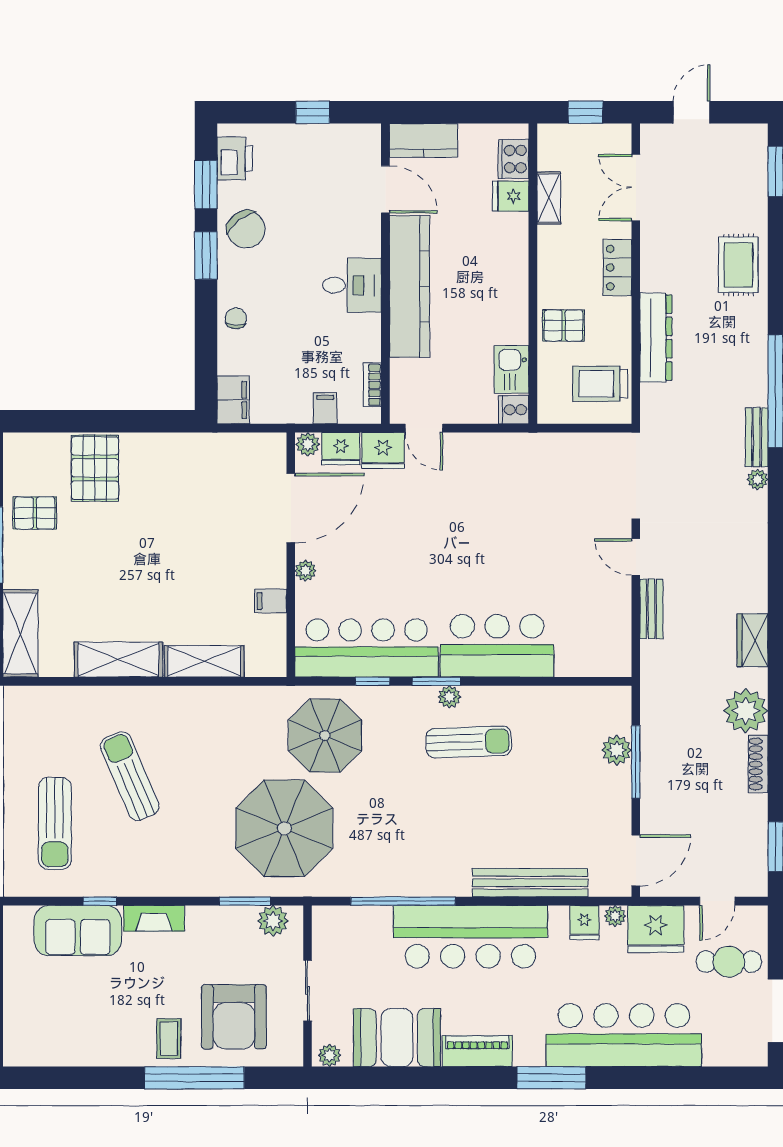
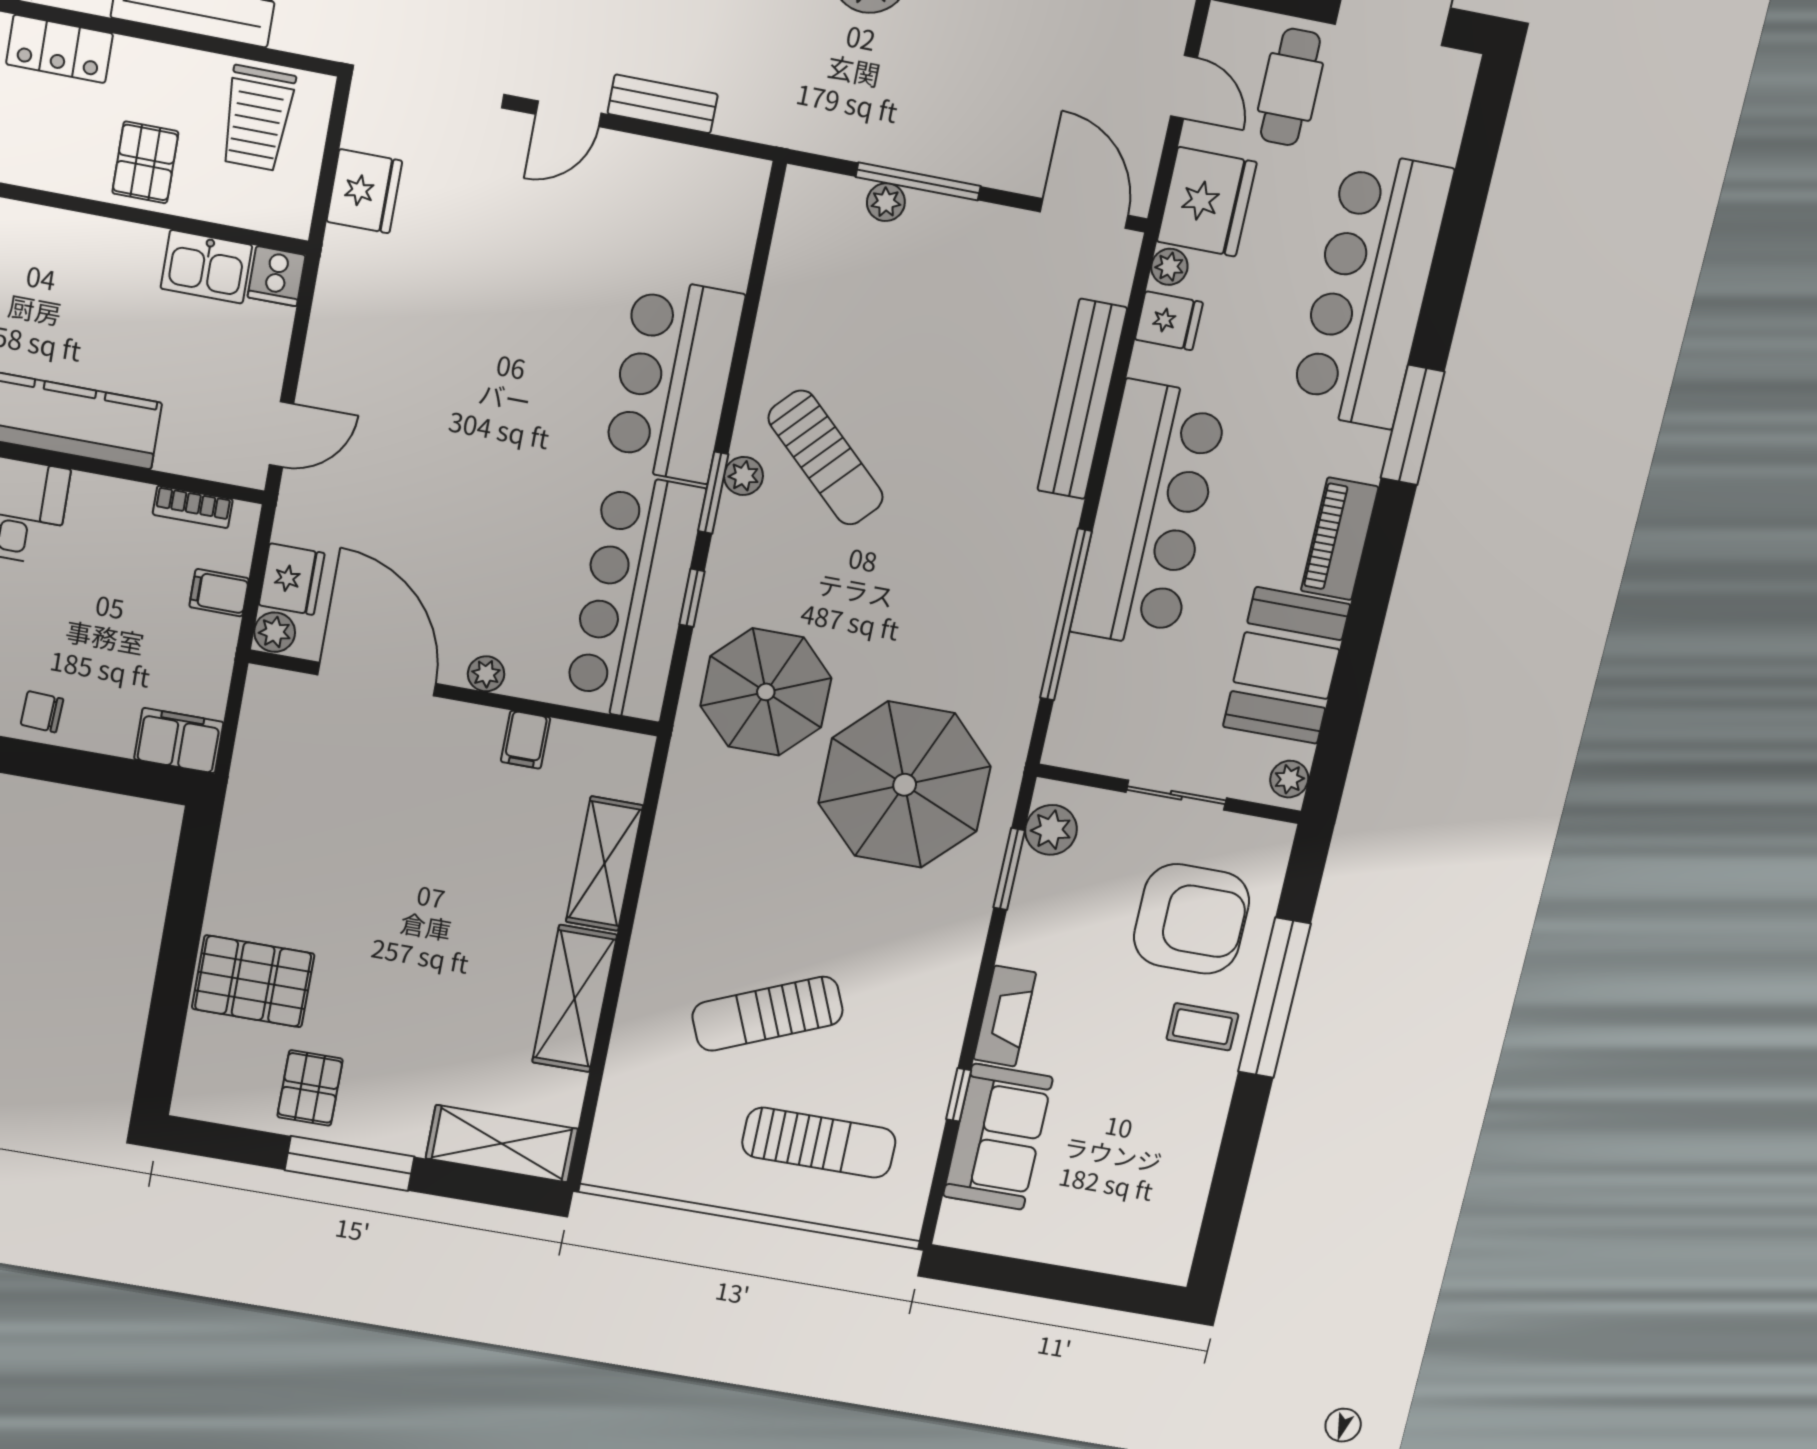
fridge: (383, 451) -> (364, 191), moved
sun lounger: (469, 742) -> (826, 458), turned 135
plant: (617, 750) -> (886, 202), width x0.73, depth x0.73

